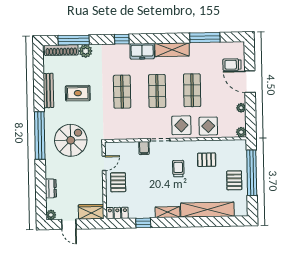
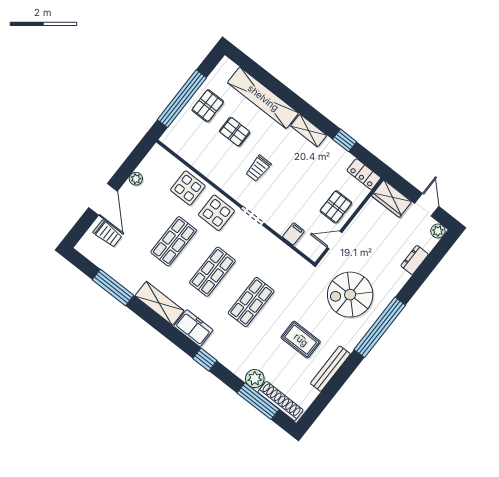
plant: (241, 132) -> (157, 152), removed
filing cabinet: (144, 148) -> (293, 234), moved
pallet: (207, 160) -> (235, 132), moved

